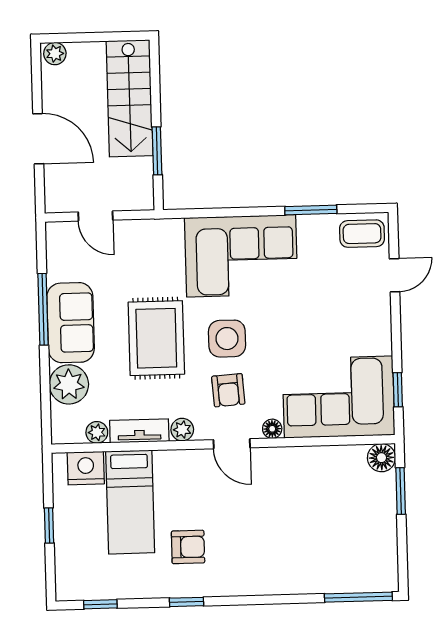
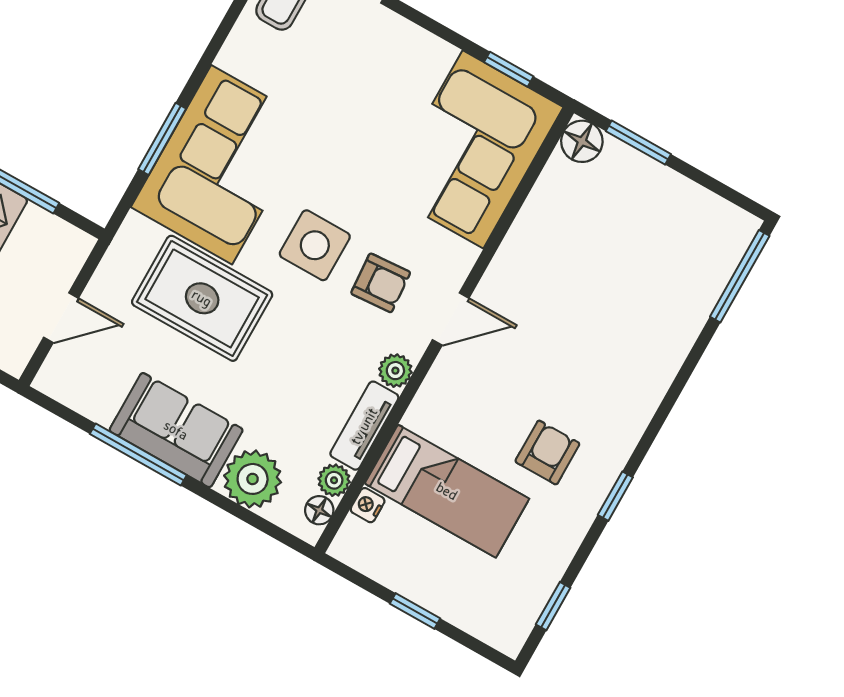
window: (311, 210) -> (162, 139), moved
rug: (156, 338) -> (202, 298), moved
floor lamp: (272, 429) -> (319, 510), moved
nightstand: (86, 468) -> (368, 505), width x0.53, depth x0.56

